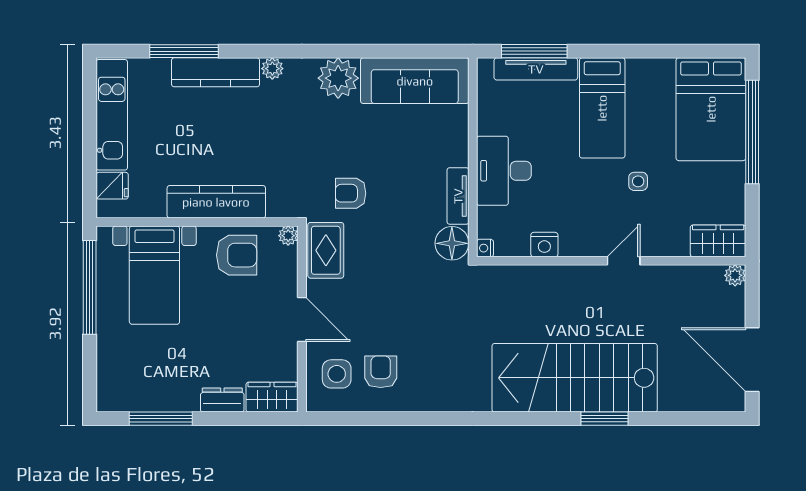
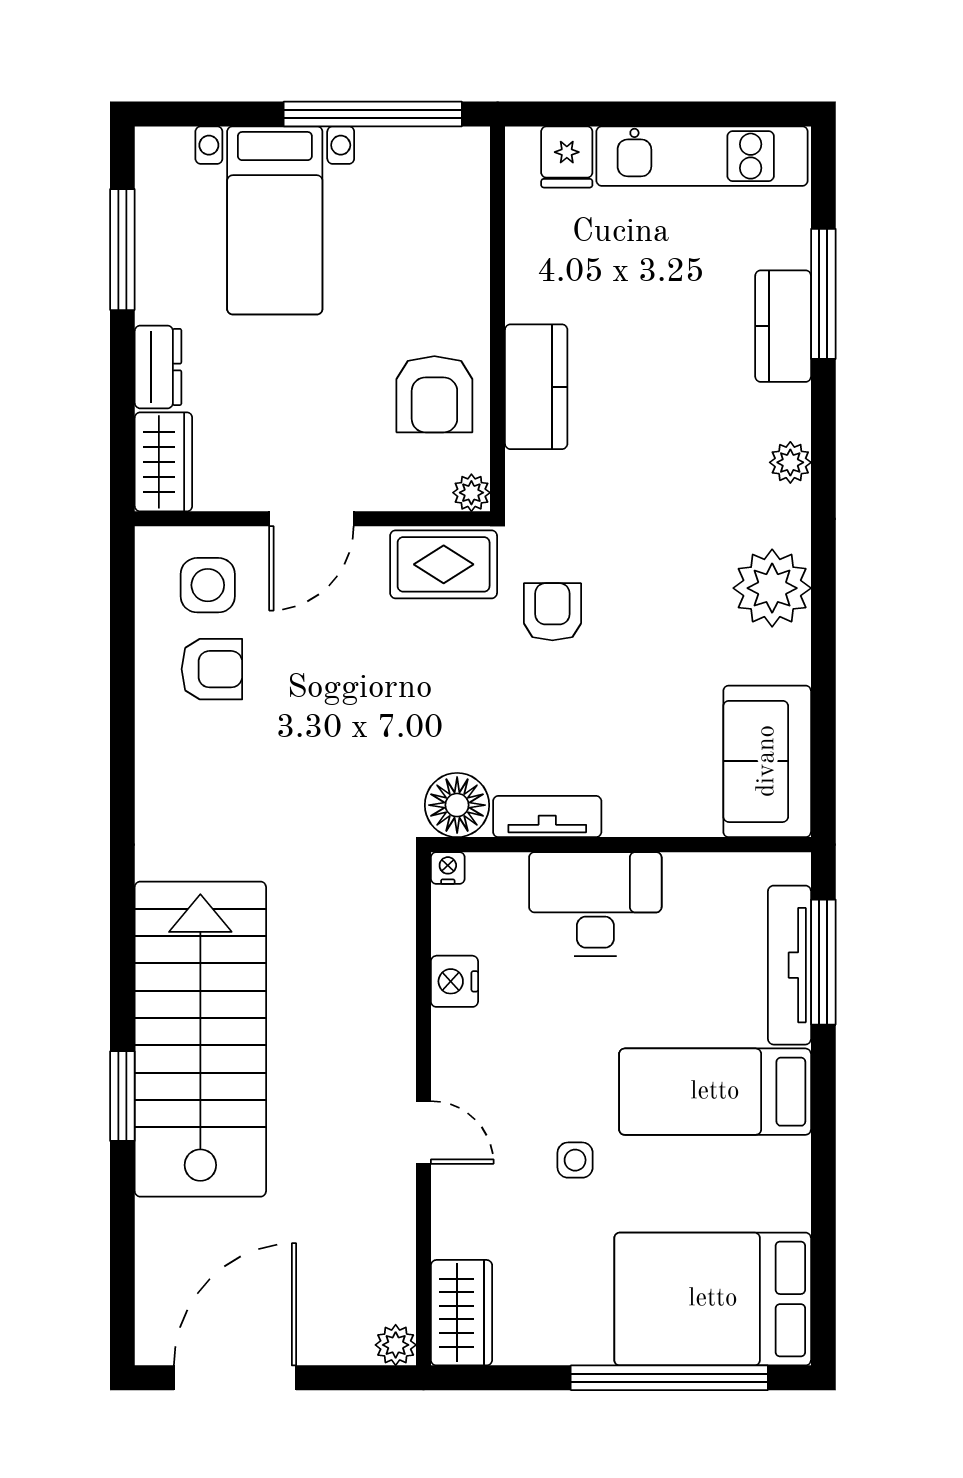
kitchen counter: (216, 72) -> (783, 326), width x0.67
sofa: (415, 81) -> (767, 761), width x0.73
kitchen counter: (216, 202) -> (536, 387), width x0.67
bed with nightstands: (154, 275) -> (275, 220), moved, turned -90

